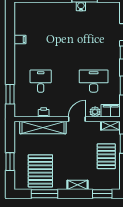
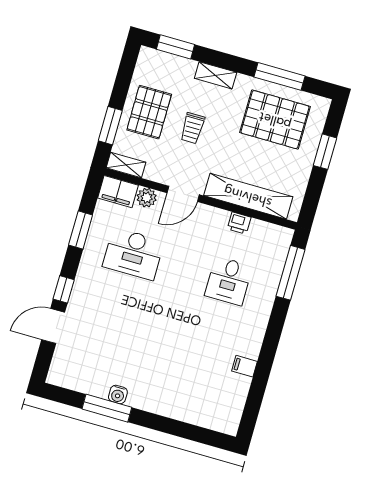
window: (10, 94) -> (290, 273), width x1.44
trolley: (82, 154) -> (192, 128), added
pallet: (40, 171) -> (275, 120), turned 90

